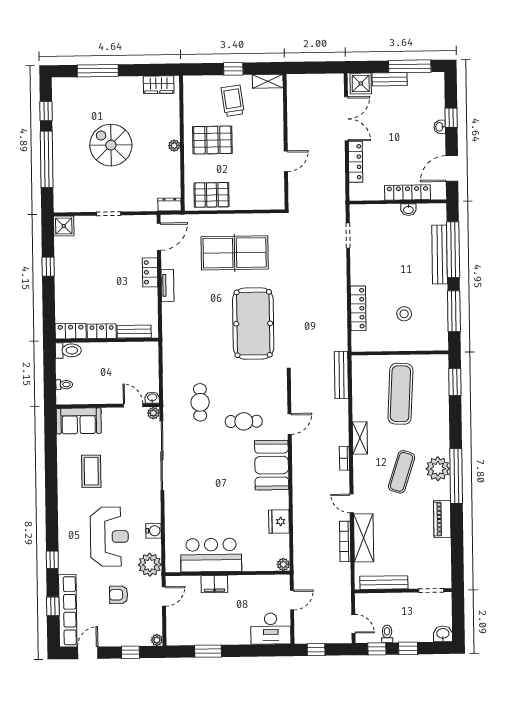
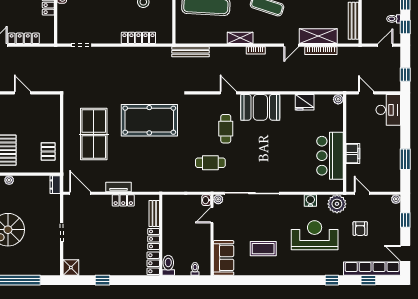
pallet: (212, 195) -> (48, 151), width x0.67, depth x0.71
locker: (150, 272) -> (123, 200), moved

